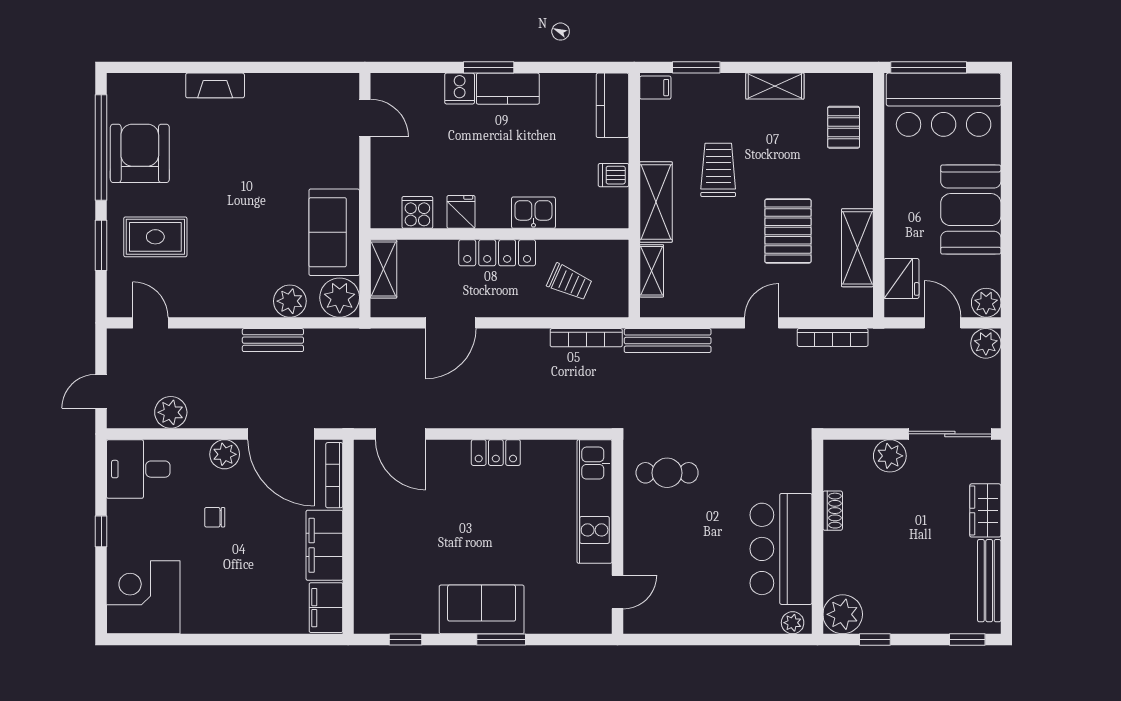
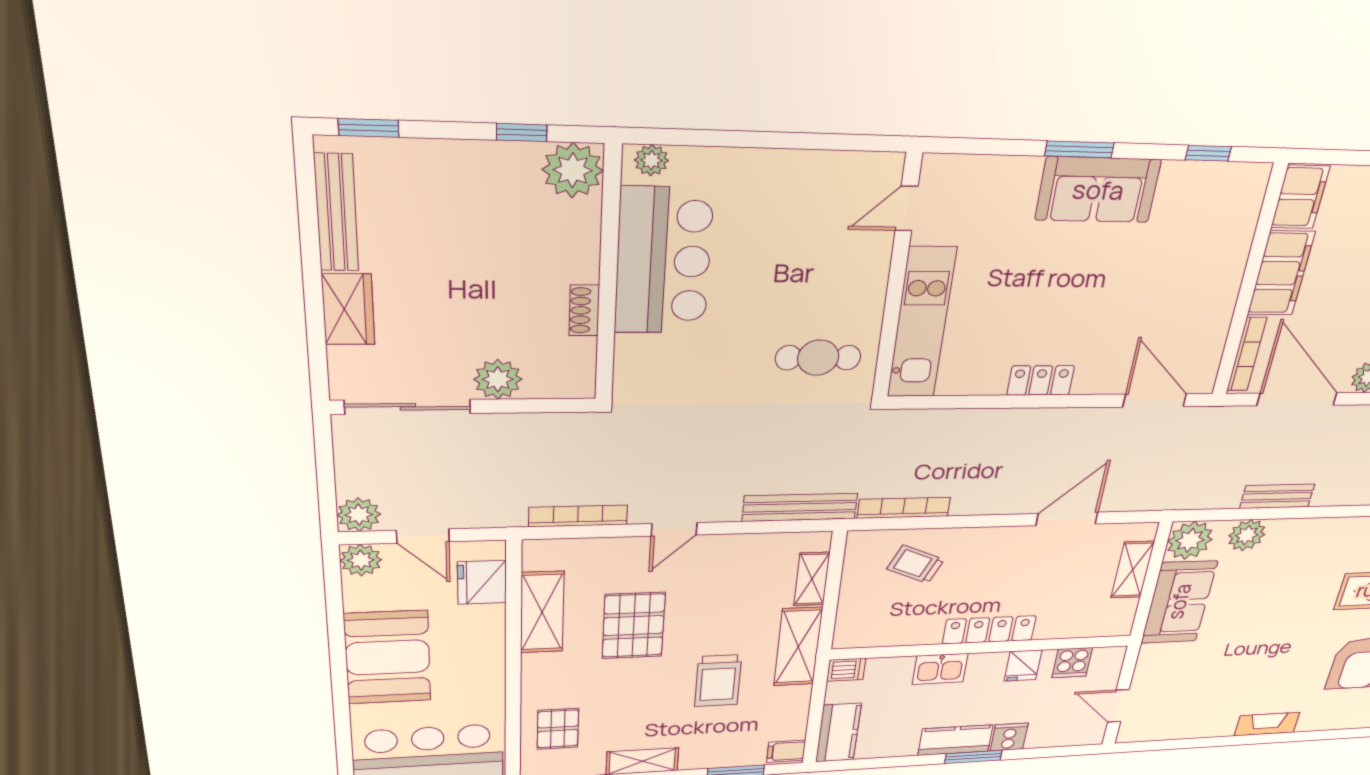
cooker: (417, 212) -> (1072, 663), moved
fridge: (461, 212) -> (1023, 665), moved
kitchen sink: (533, 213) -> (940, 669), moved
wall: (500, 234) -> (983, 647), moved
locker: (497, 253) -> (989, 630), moved

